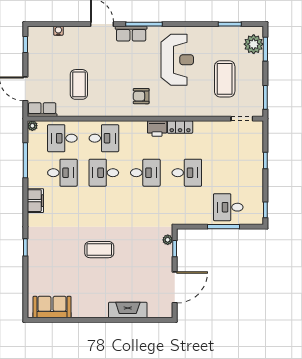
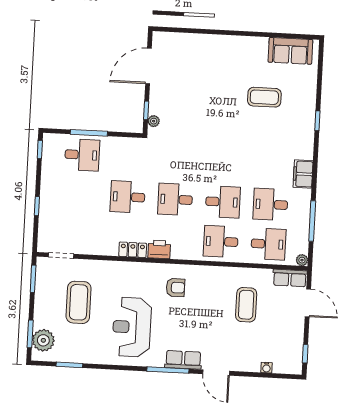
coffee table: (99, 250) -> (264, 97), moved
fireplace: (128, 310) -> (204, 43), removed

